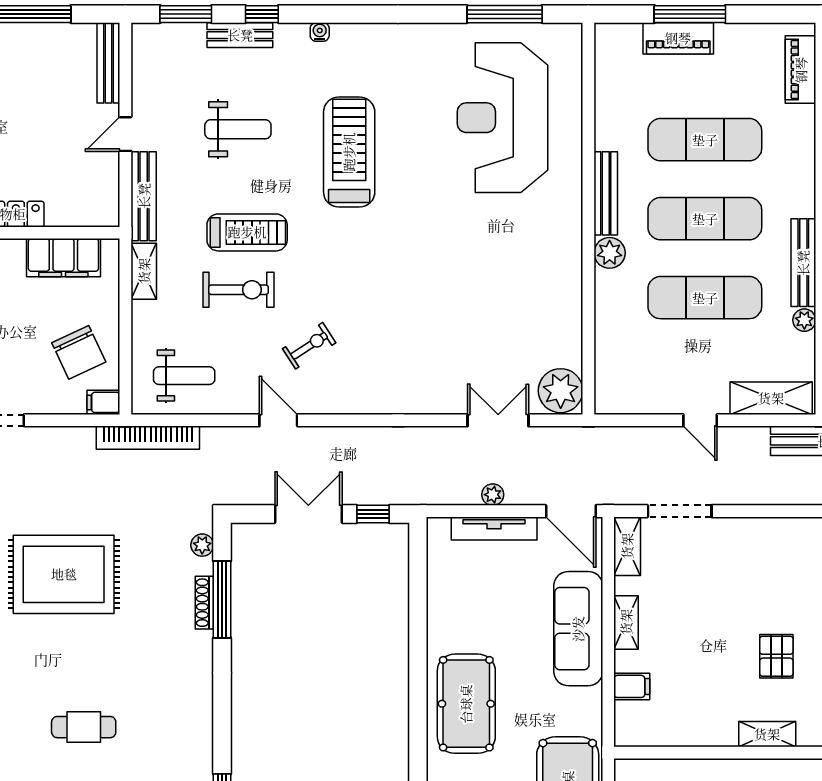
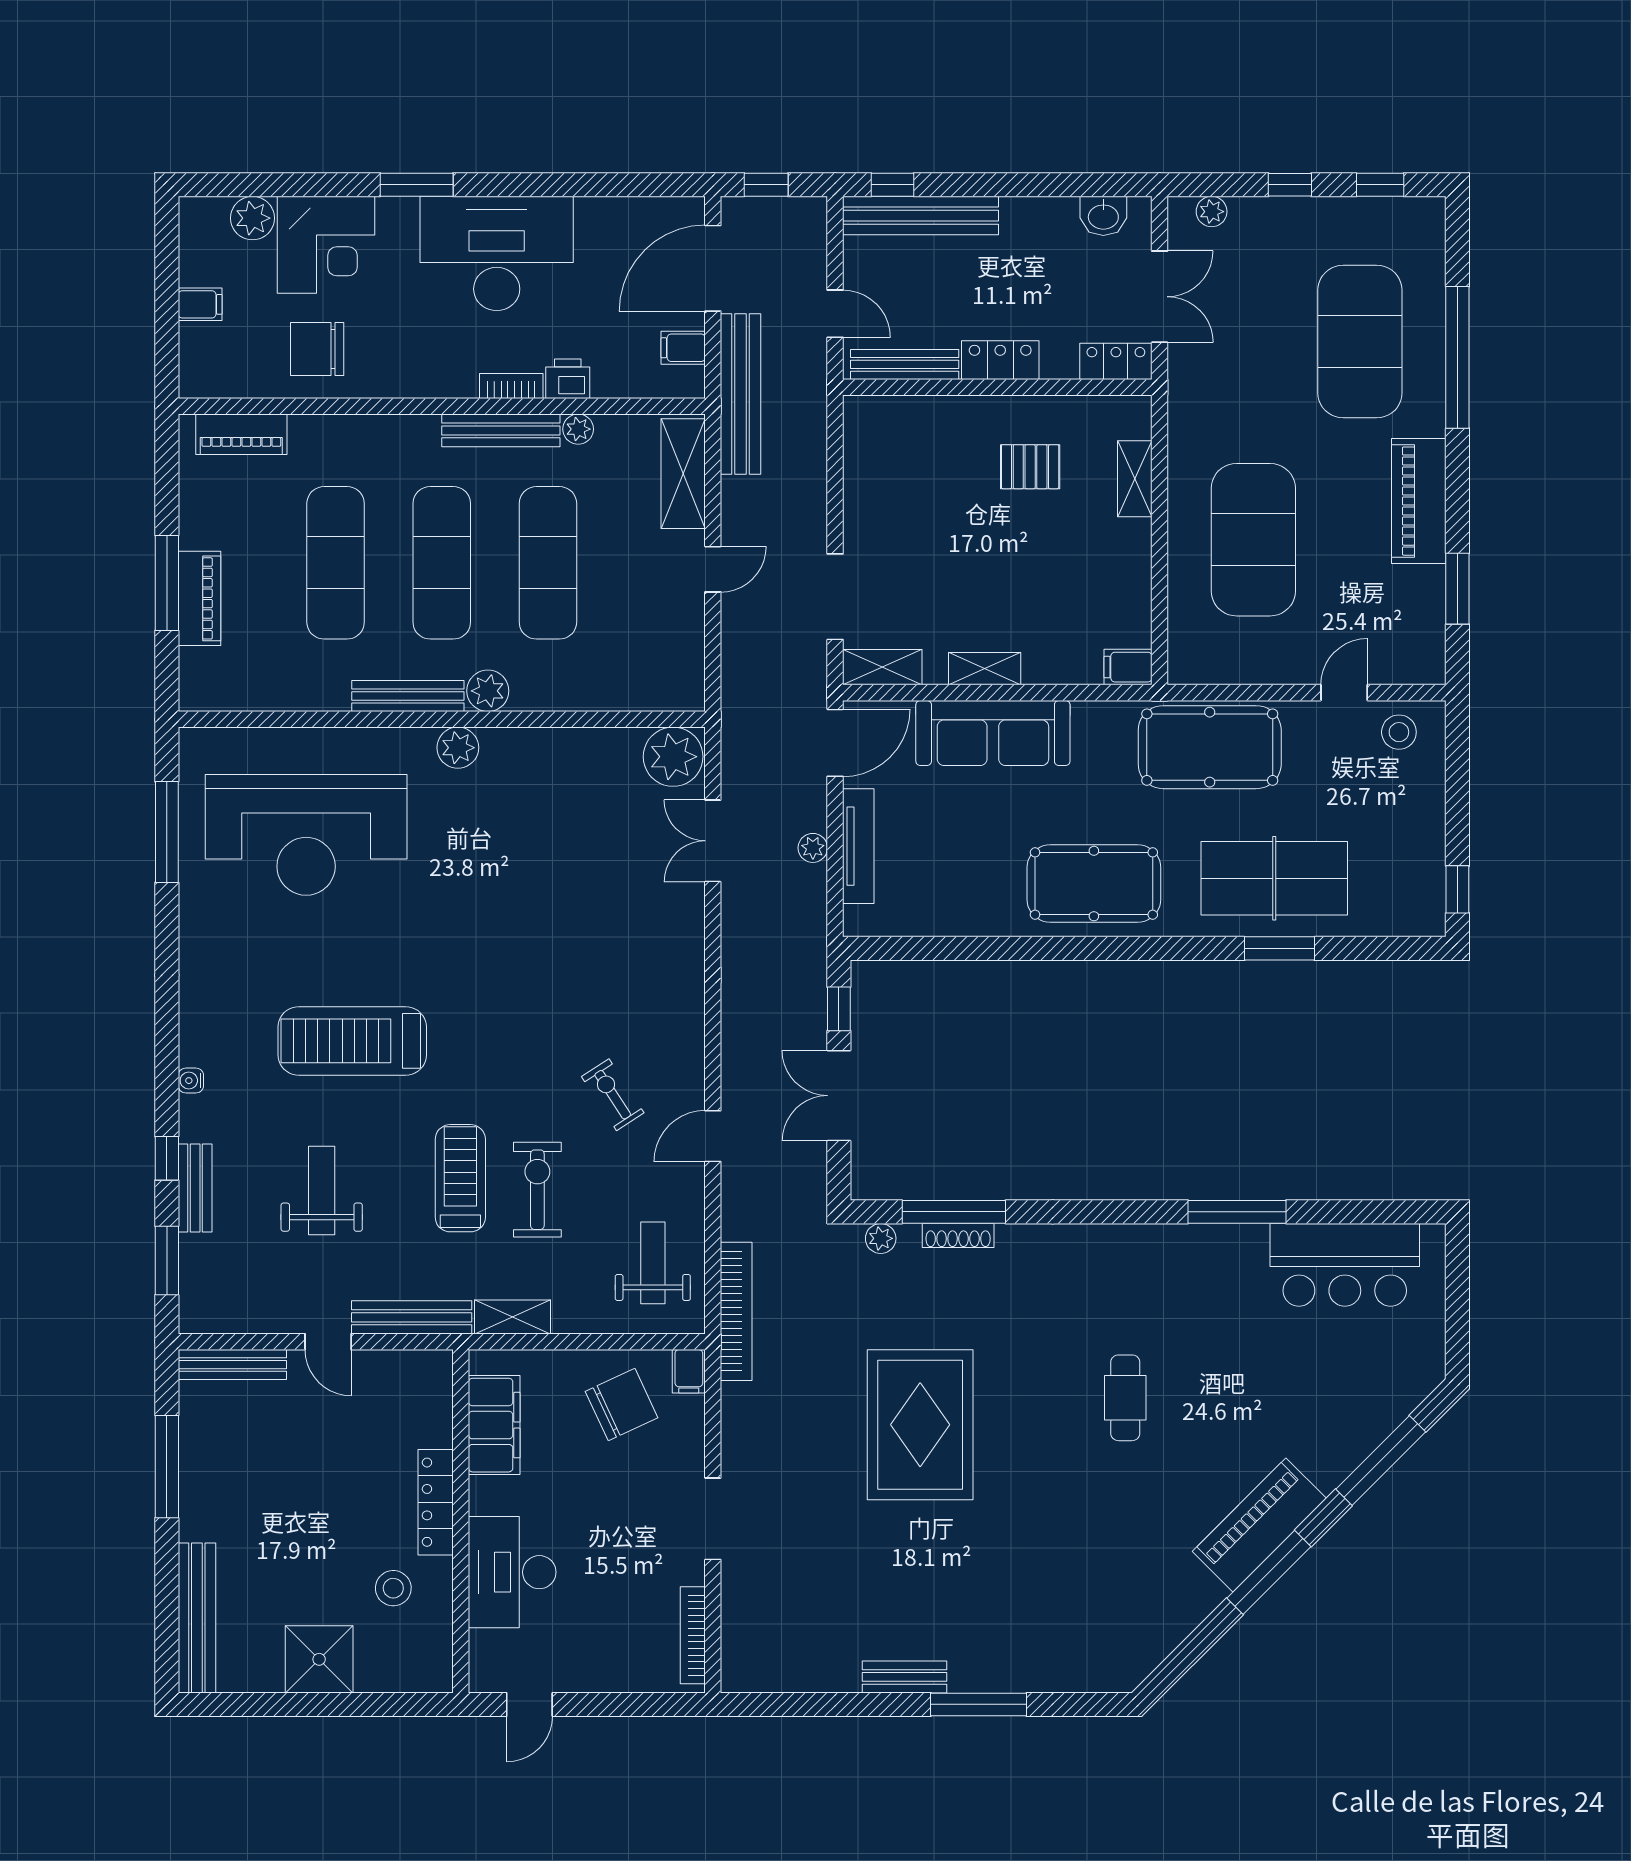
plant: (567, 231) -> (458, 748), added
filing cabinet: (632, 686) -> (1128, 667), moved, turned -90

